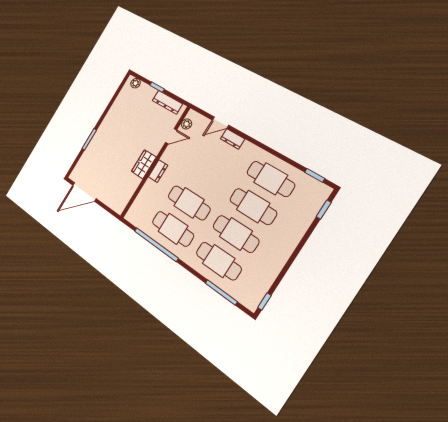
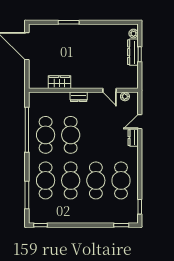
dresser: (167, 102) -> (133, 52), moved
door: (220, 123) -> (140, 122), hinge flipped
wardrobe: (144, 164) -> (59, 82), moved

